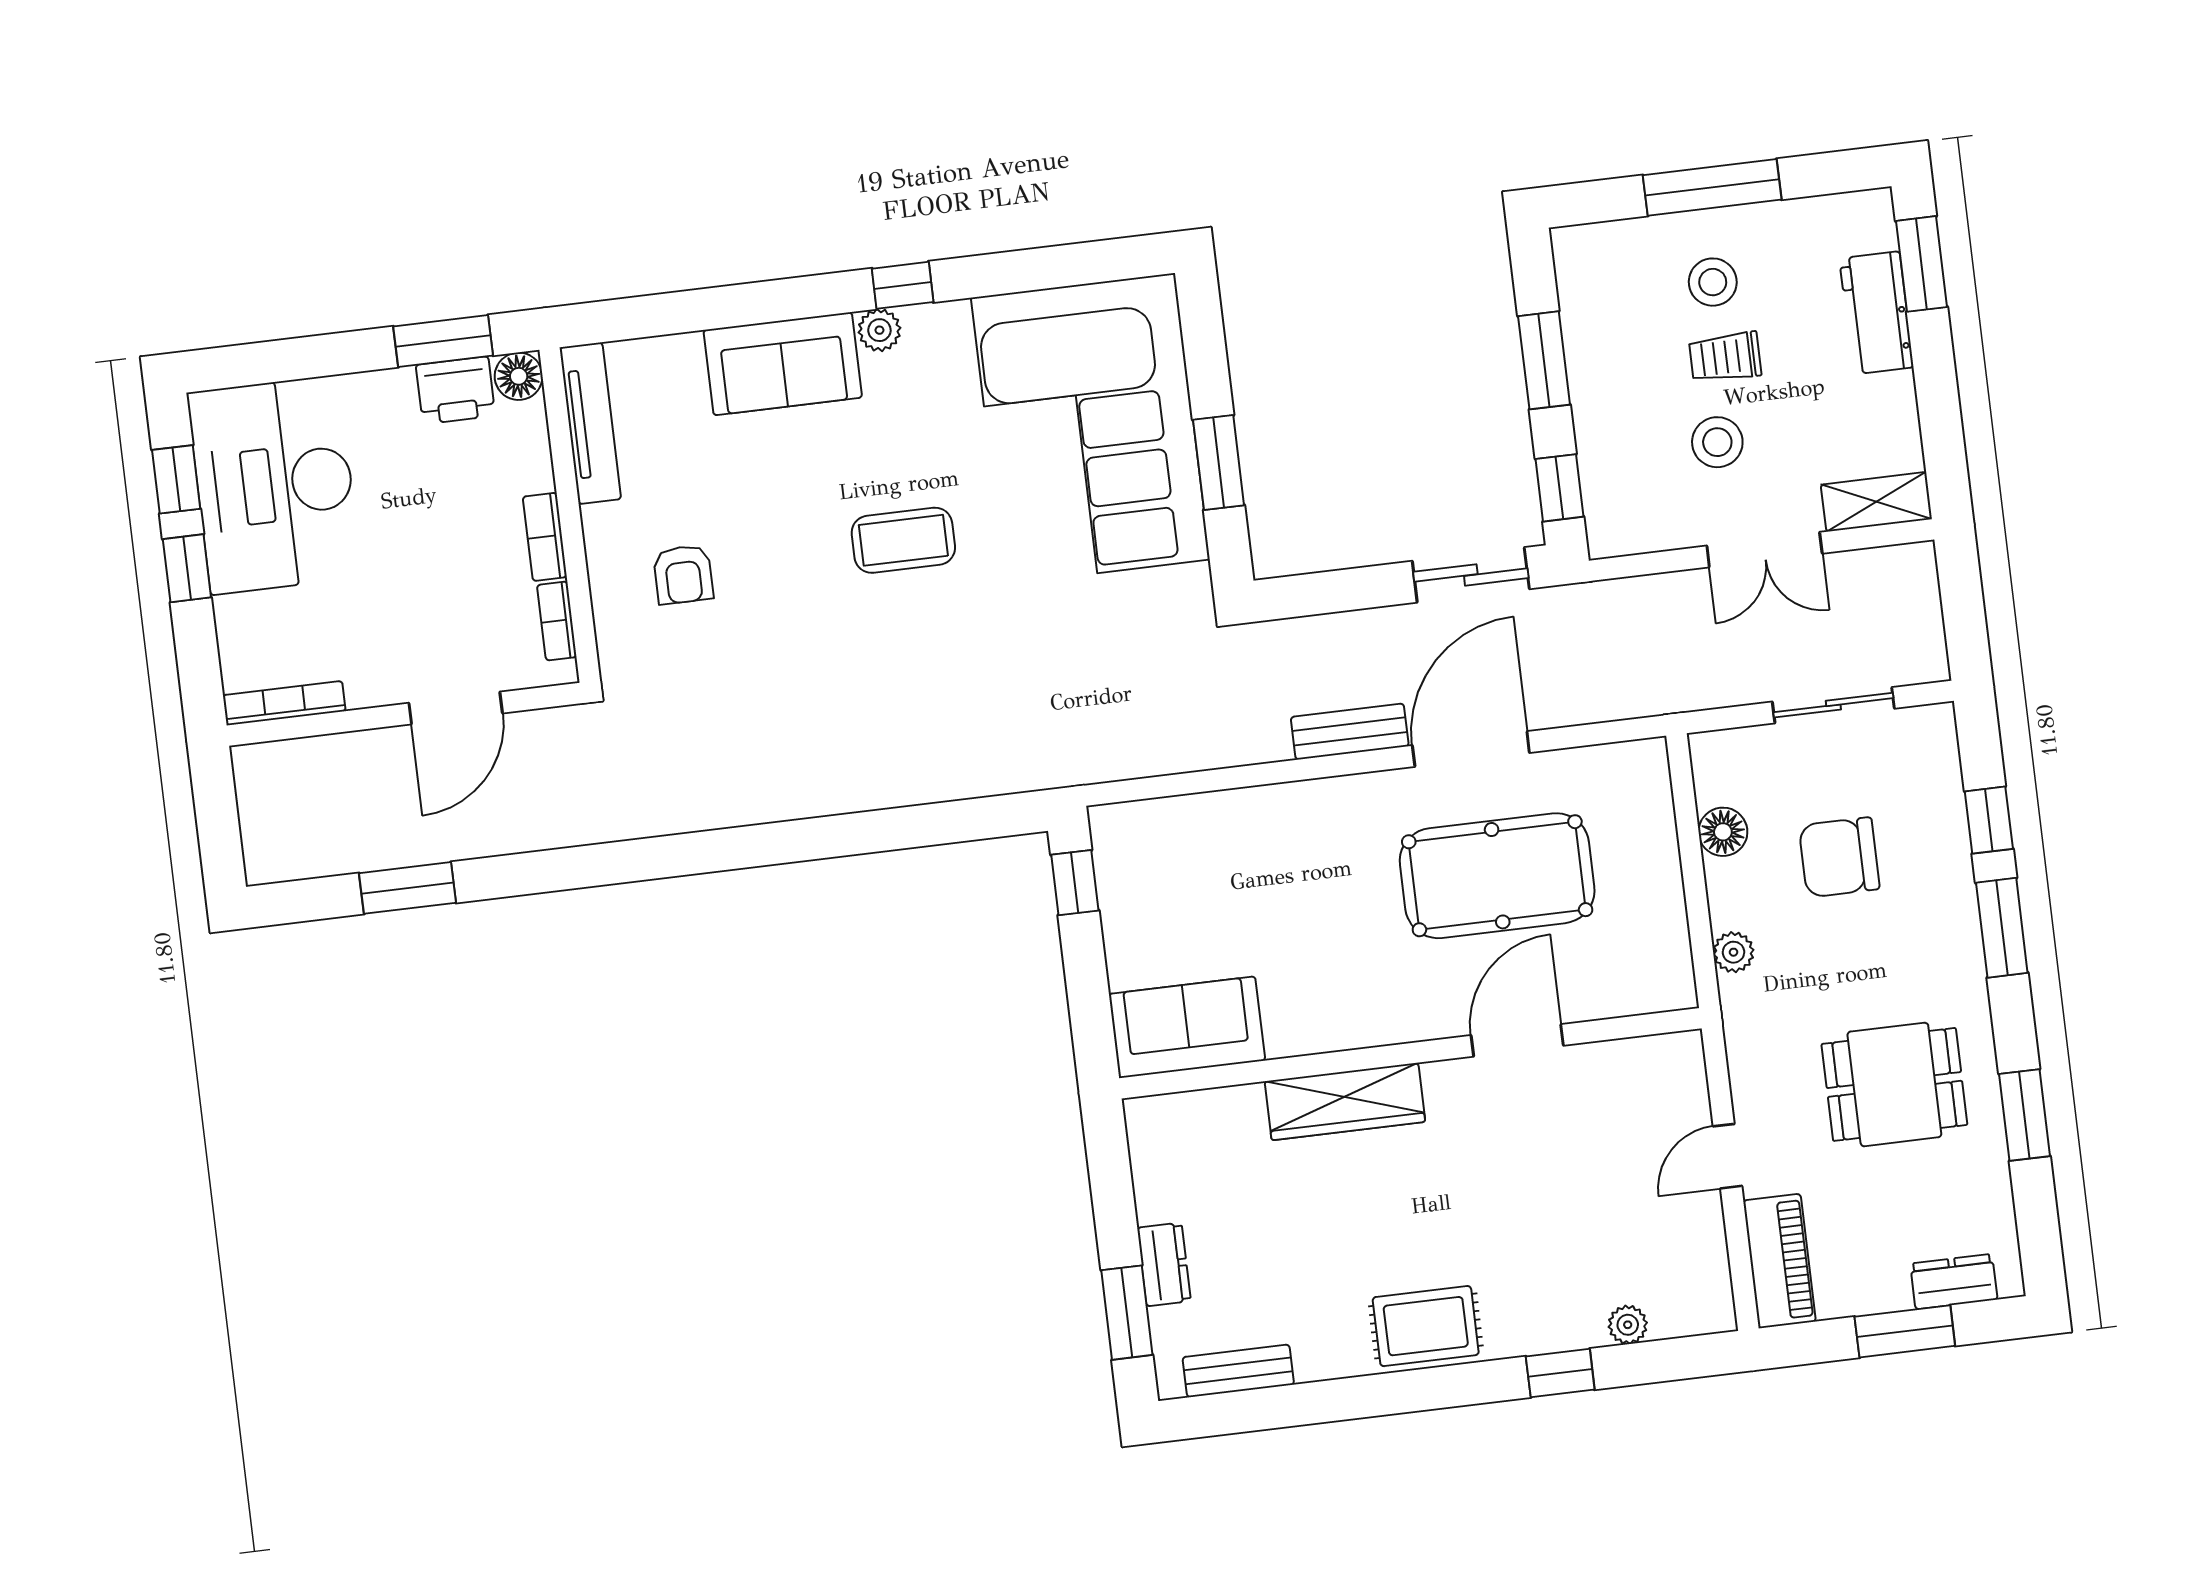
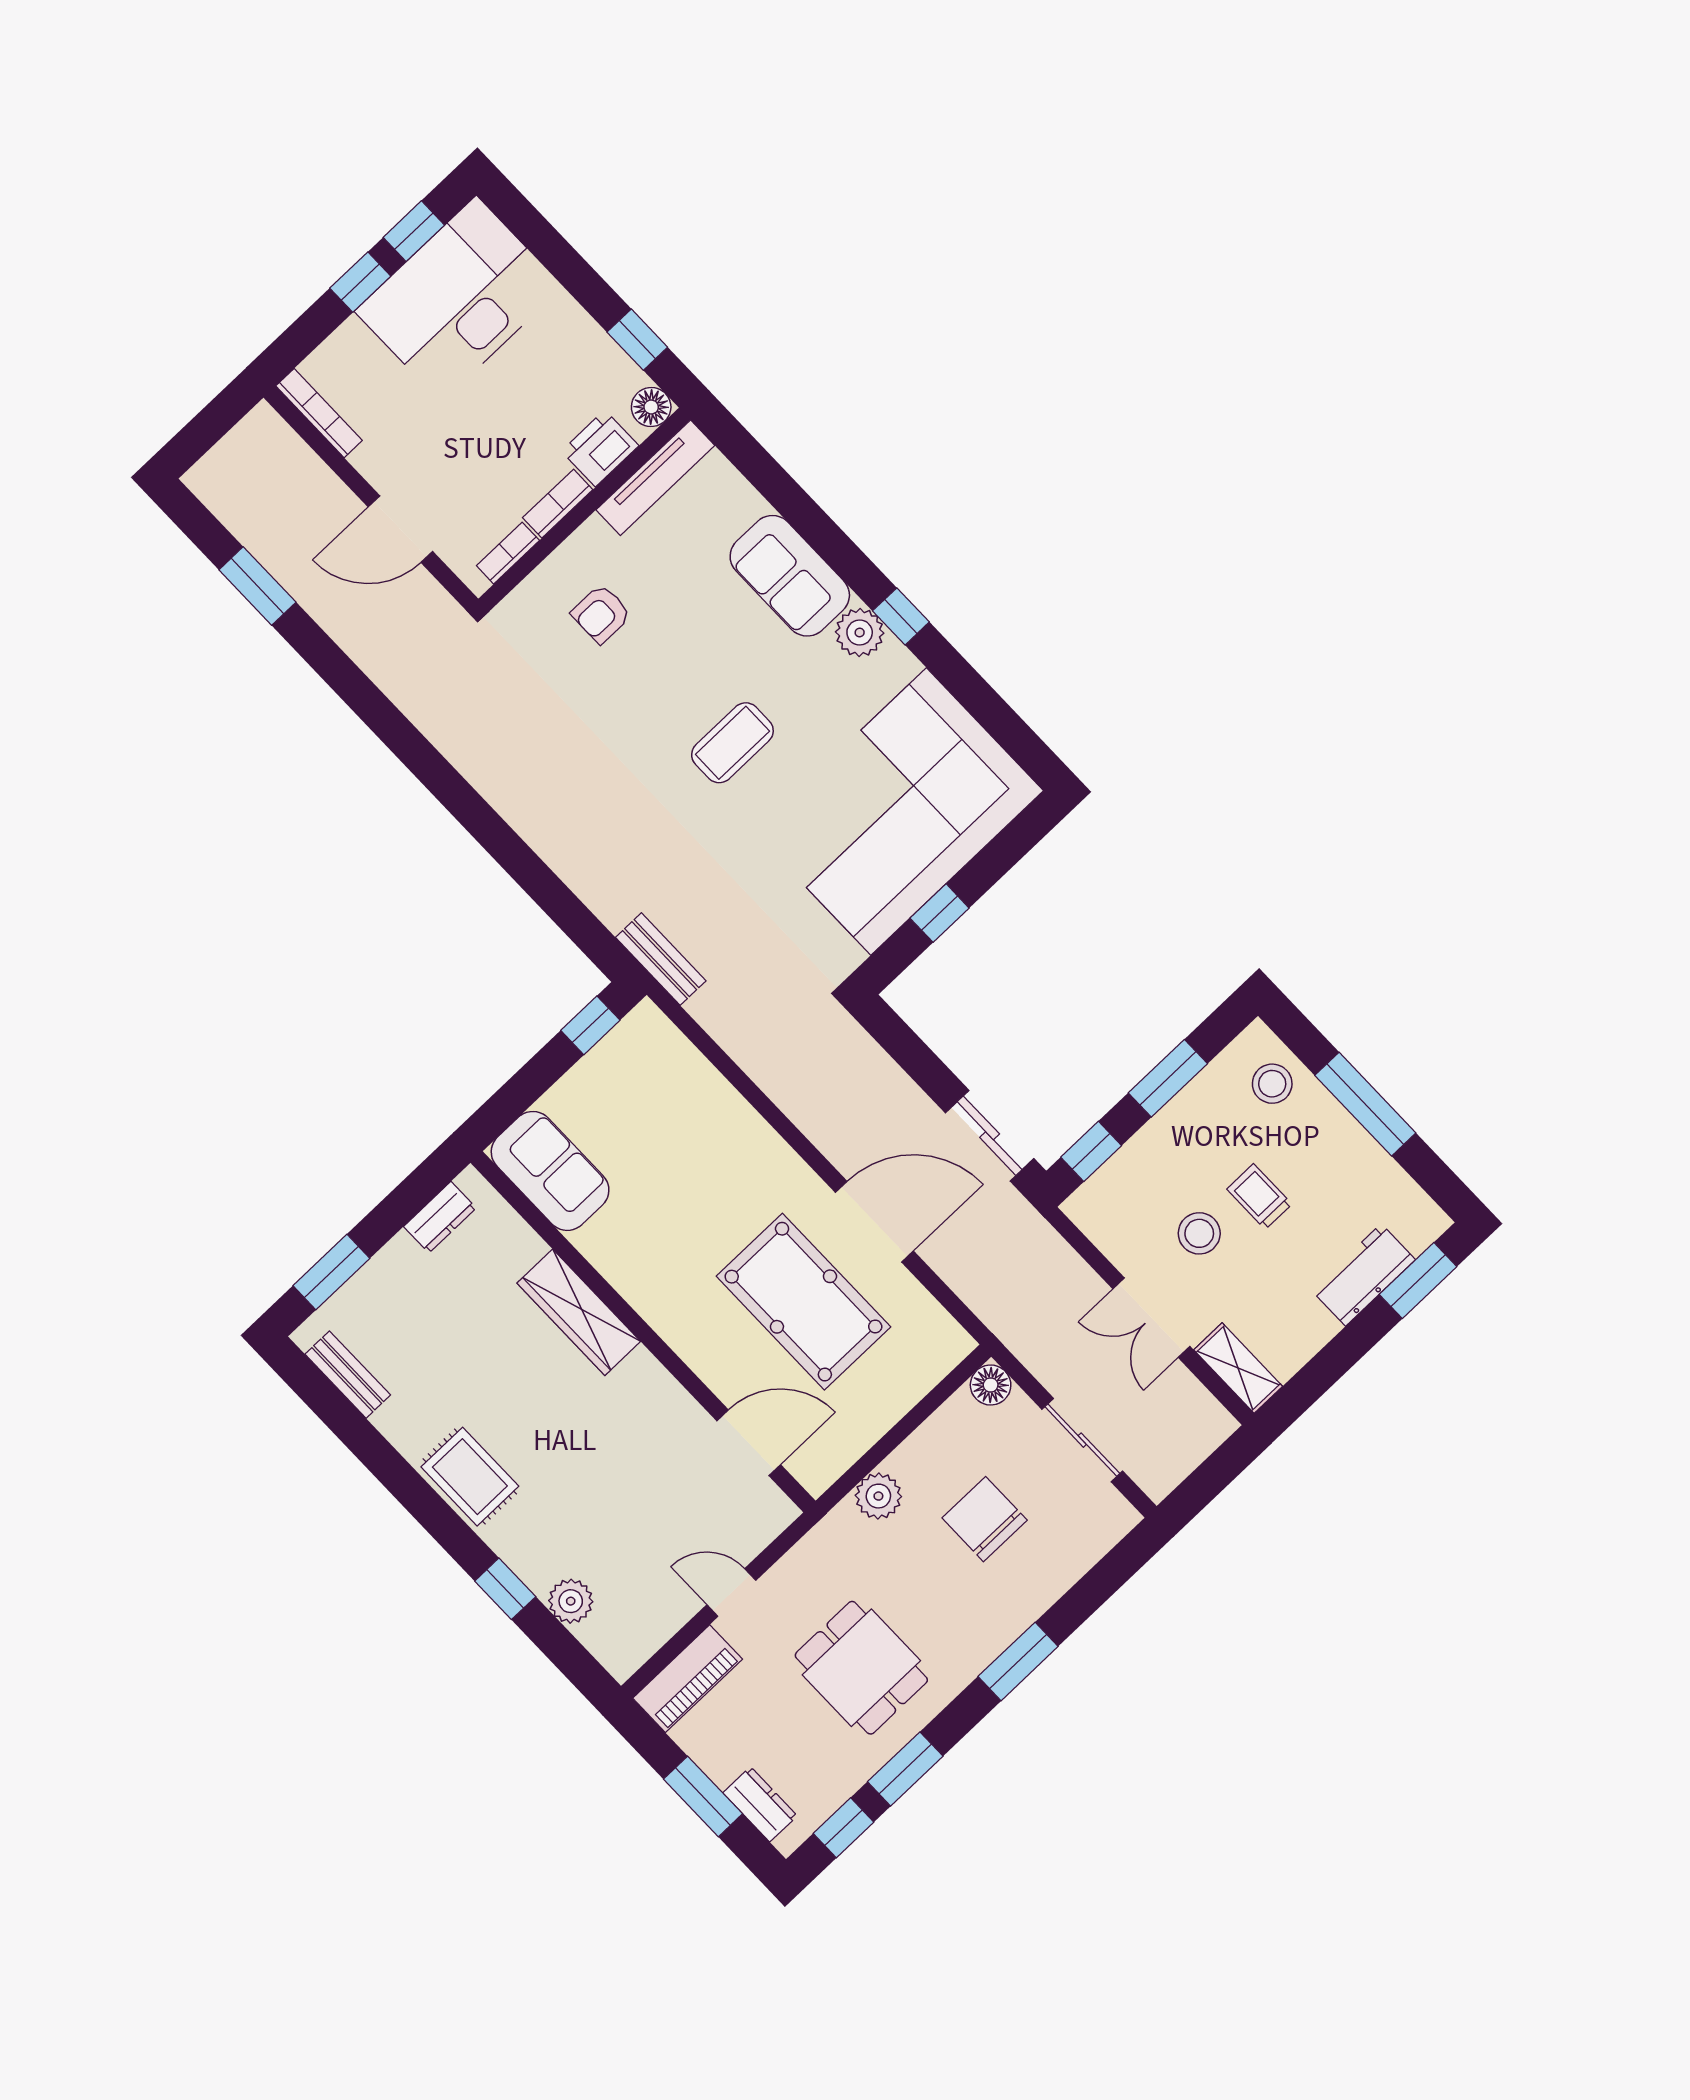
stool: (1713, 282) -> (1272, 1084), moved
plant: (879, 330) -> (860, 633), width x1.38, depth x1.38
window: (443, 341) -> (637, 340), width x0.67
printer: (455, 390) -> (600, 448), moved, turned 90
window: (1219, 463) -> (940, 913), width x0.67
coffee table: (903, 540) -> (732, 743), turned 90
bench: (1350, 732) -> (661, 959), moved
window: (1989, 820) -> (843, 1828), moved
floor lamp: (1723, 832) -> (991, 1385), moved
plant: (1733, 952) -> (878, 1496), width x1.38, depth x1.38
door: (1517, 1040) -> (749, 1443), moved
dresser: (1164, 1264) -> (440, 1217), moved
plant: (1628, 1325) -> (571, 1601), width x1.38, depth x1.38

